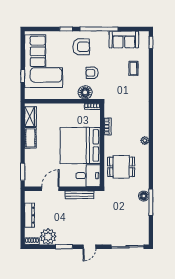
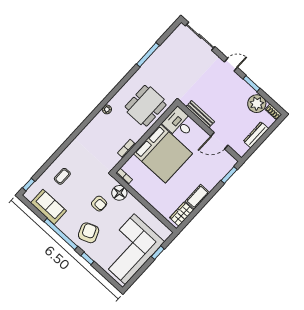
armchair: (81, 47) -> (89, 233), turned 68
dining table: (121, 167) -> (146, 106), width x1.38
floor lamp: (144, 196) -> (149, 65), removed

